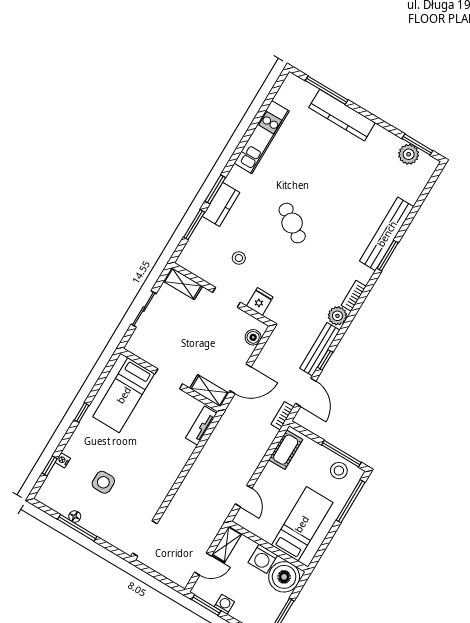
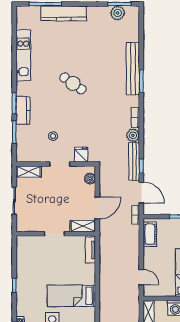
cafe table: (292, 223) -> (73, 83), moved
bed: (124, 395) -> (71, 296), moved, turned 90

